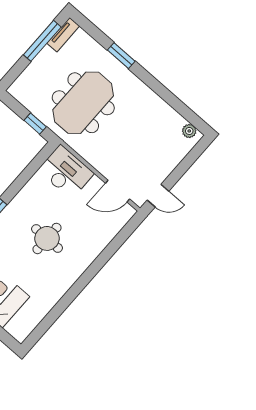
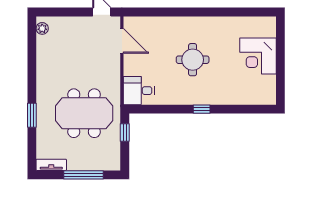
window: (42, 41) -> (83, 175), moved
desk: (66, 172) -> (139, 91), width x0.73

